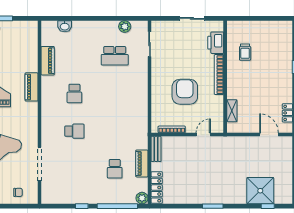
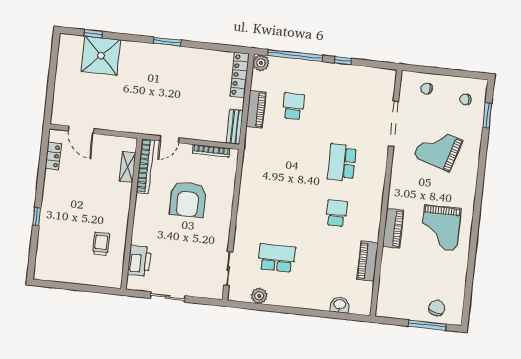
bookcase: (219, 75) -> (145, 166), moved
school desk: (74, 131) -> (342, 163), width x1.85

